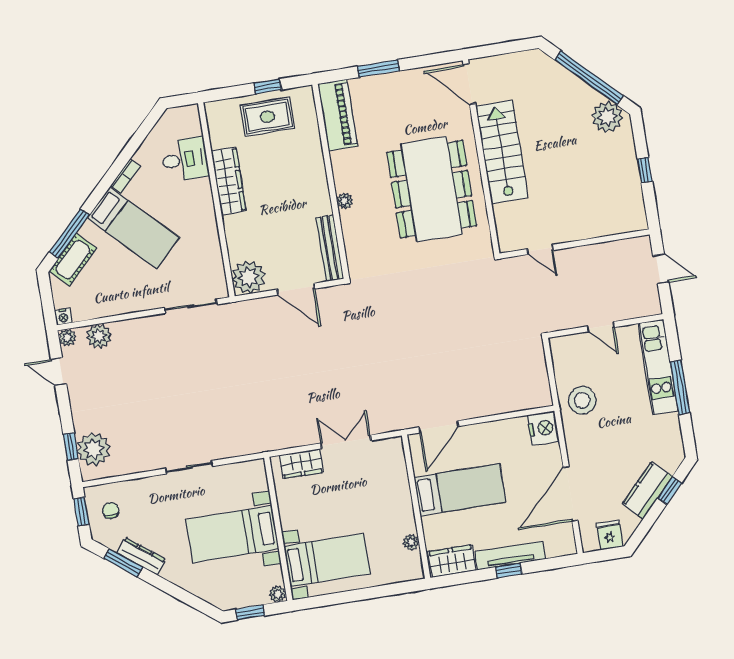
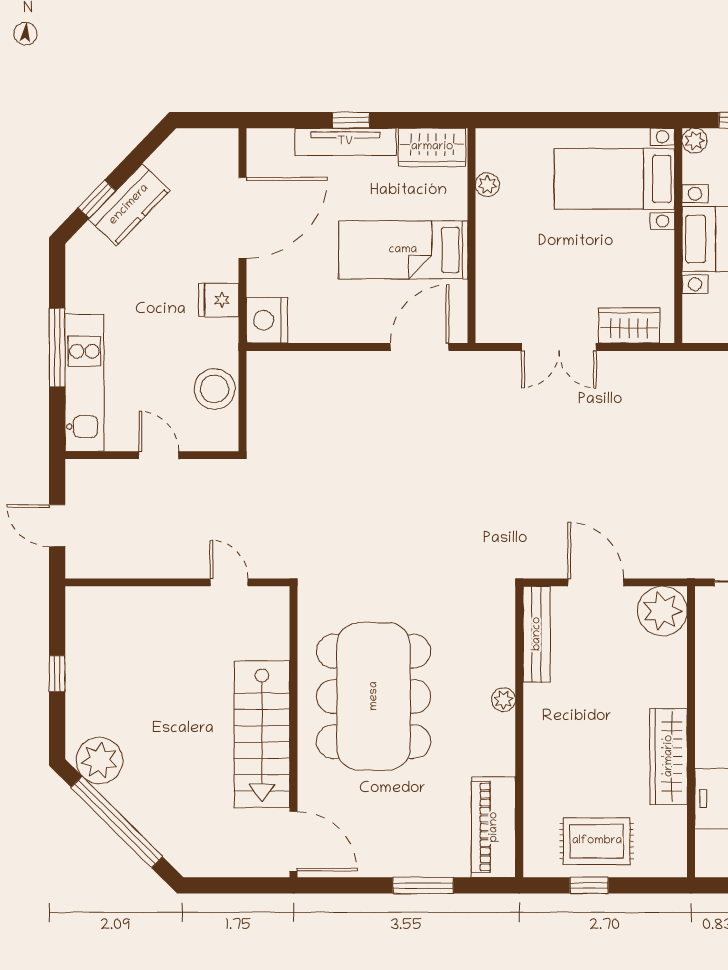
stool: (582, 400) -> (215, 389), moved
fridge: (610, 535) -> (219, 300), moved, turned 90

